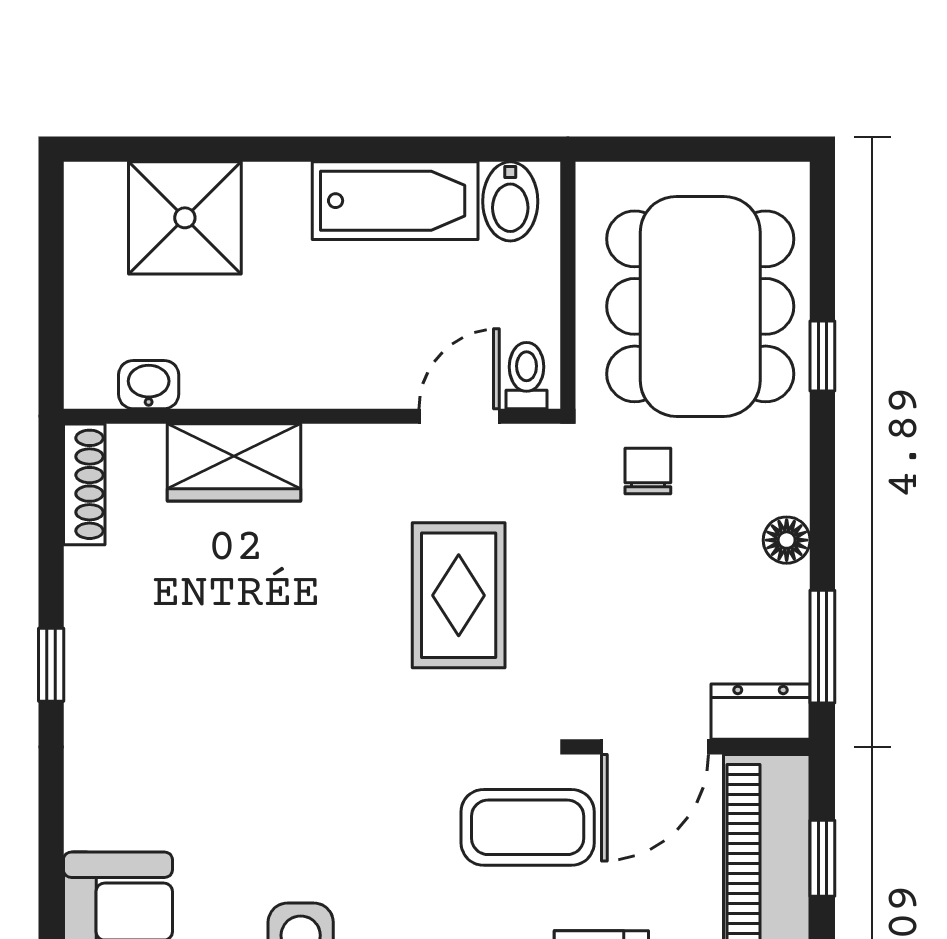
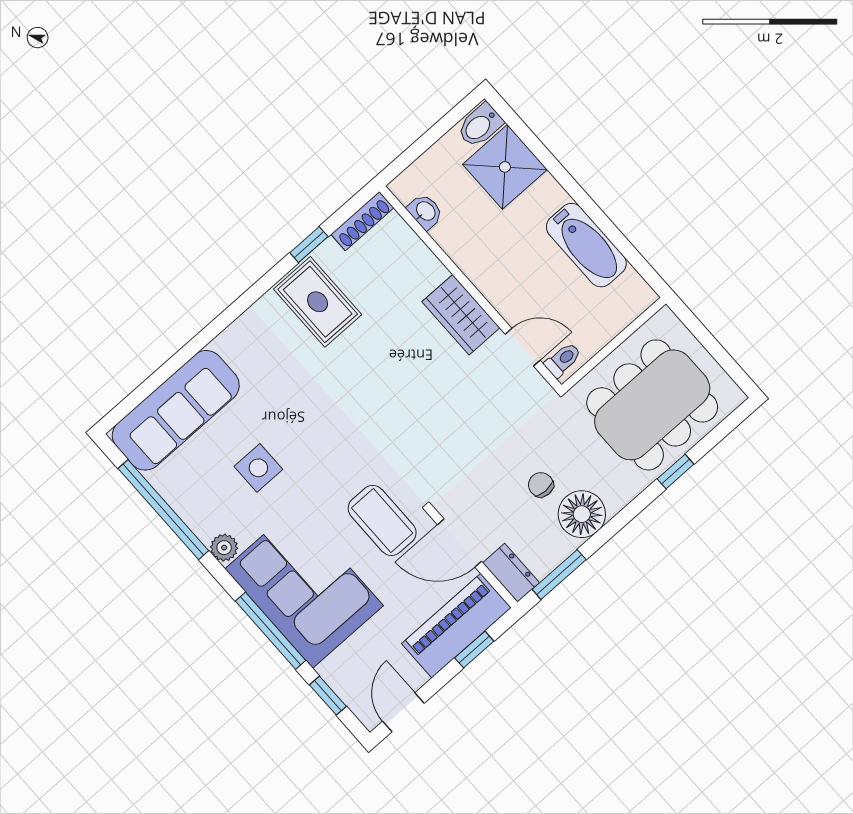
bidet: (510, 201) -> (480, 126), moved
wardrobe: (234, 462) -> (461, 315), moved
chair: (648, 471) -> (541, 485), moved, turned -90
floor lamp: (787, 540) -> (582, 514), width x1.89, depth x1.89
rug: (459, 595) -> (318, 302), moved, turned 90
window: (51, 665) -> (309, 245), moved

